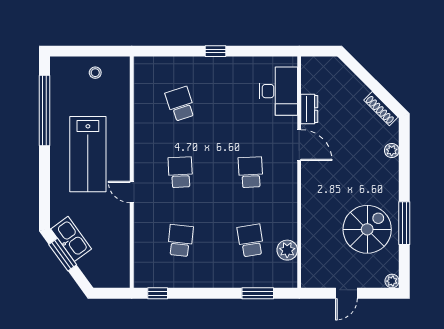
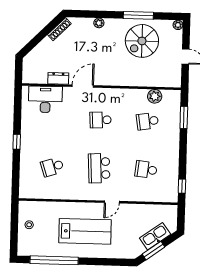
plant: (392, 151) -> (99, 23), moved
school desk: (180, 172) -> (99, 168), width x1.85
spiral stairs: (367, 229) -> (142, 41), turned -90
kitchen sink: (71, 239) -> (155, 236), moved

